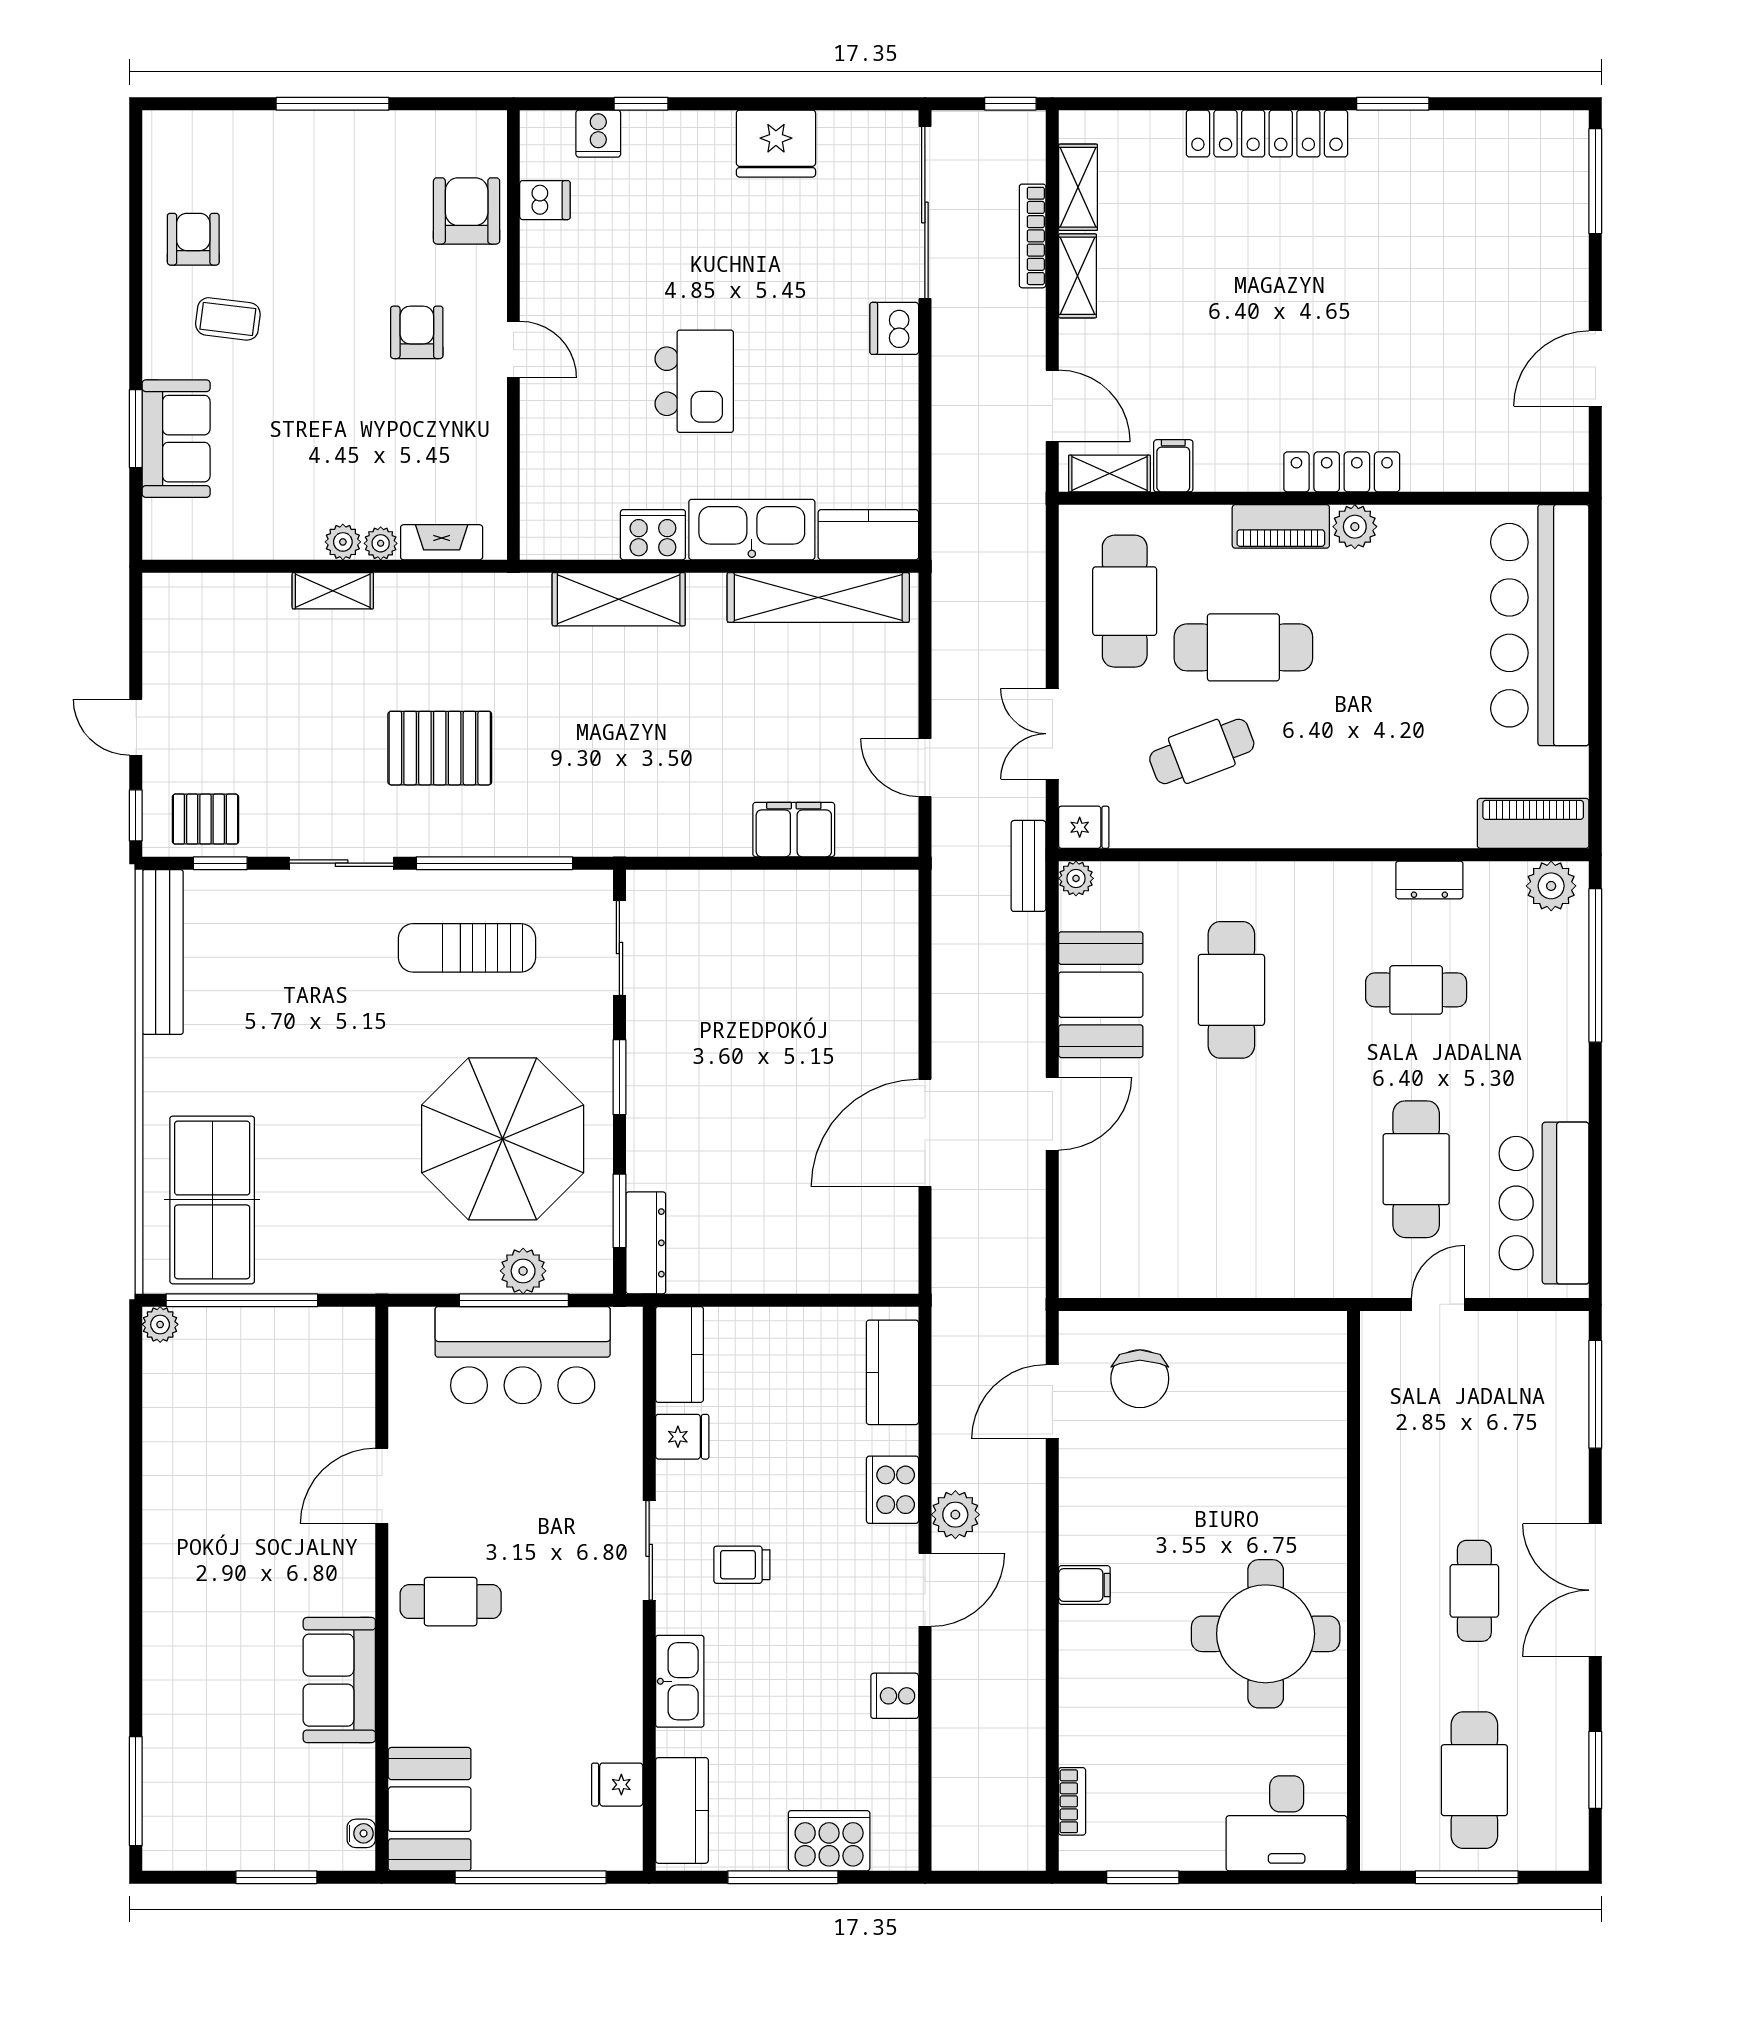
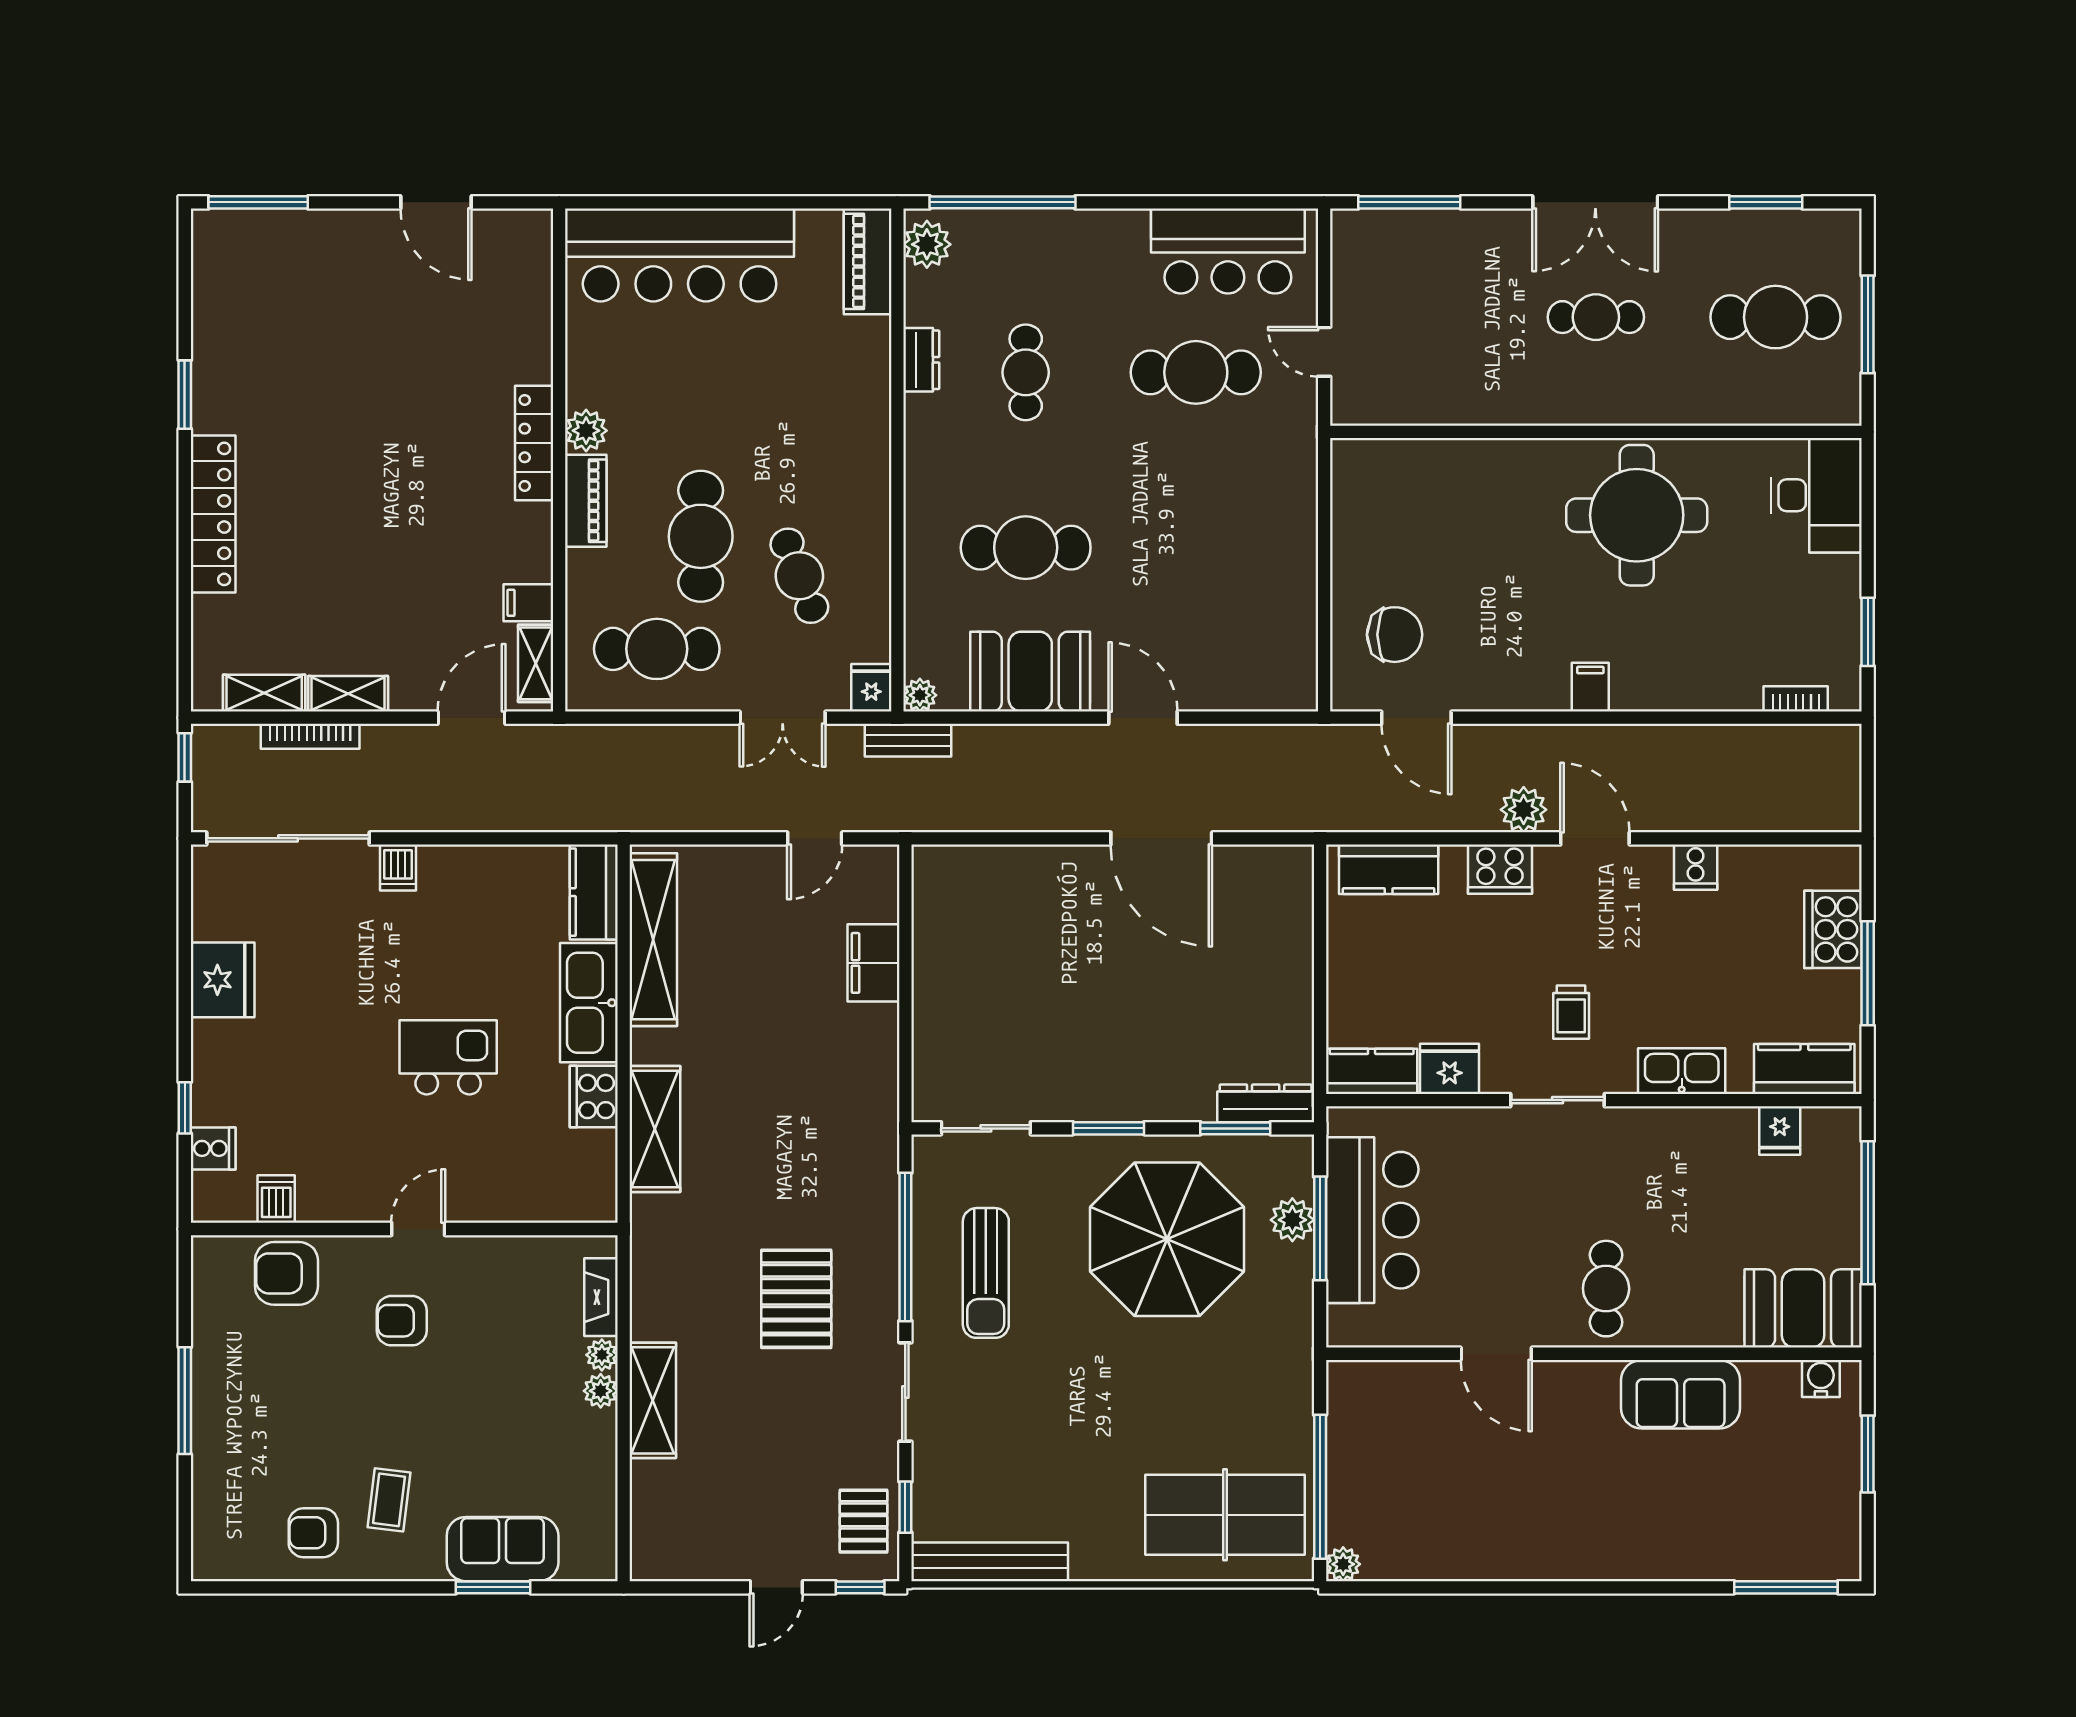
dishwasher: (894, 328) -> (398, 868), width x0.73
shelving: (333, 591) -> (653, 1400), width x1.50, depth x1.33
fridge: (682, 1437) -> (1450, 1069), width x1.38
water cooler: (361, 1833) -> (1821, 1378), width x1.38, depth x1.38

